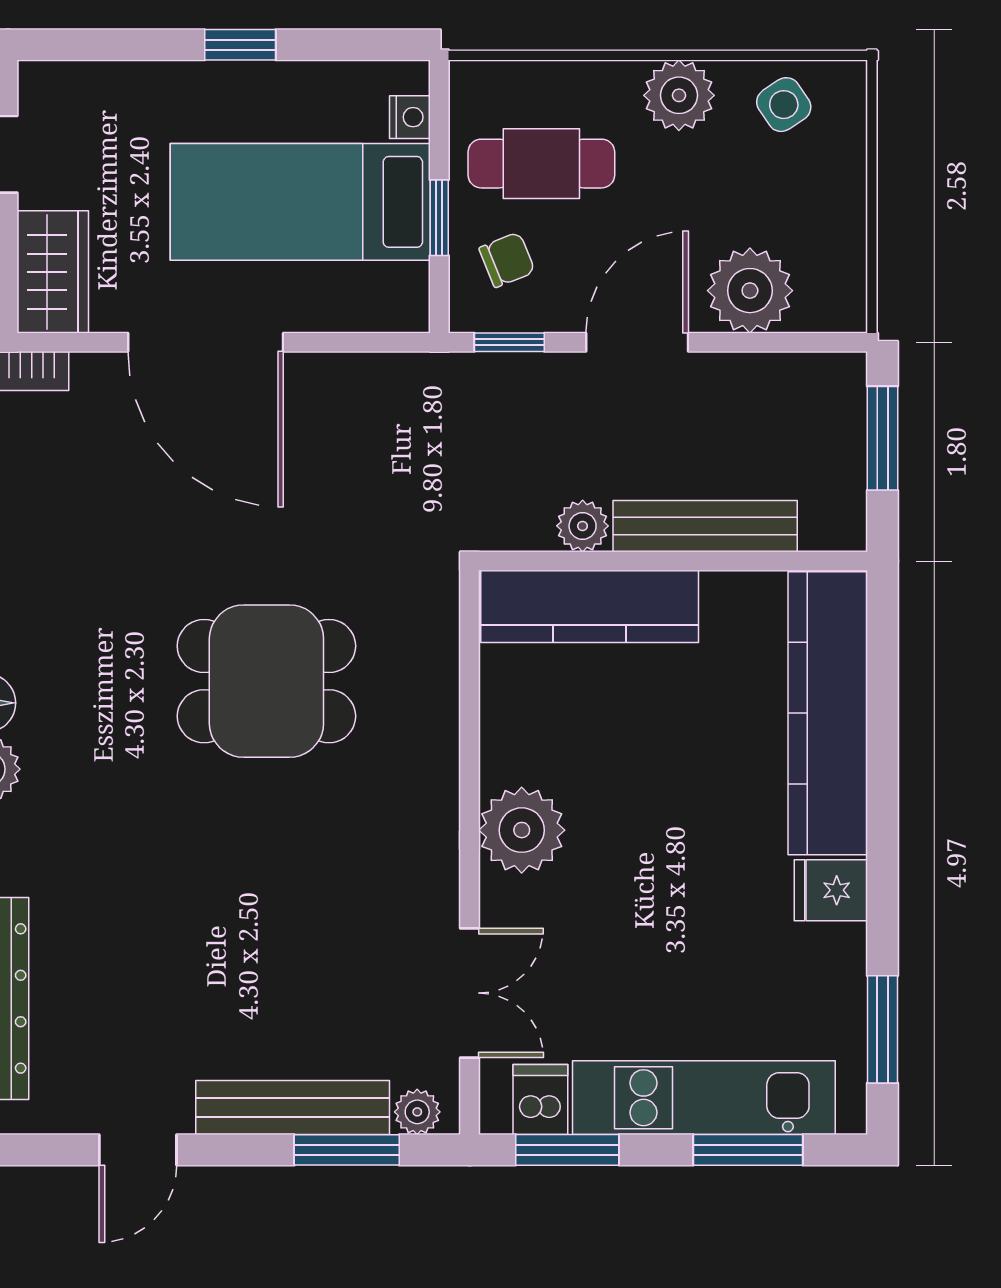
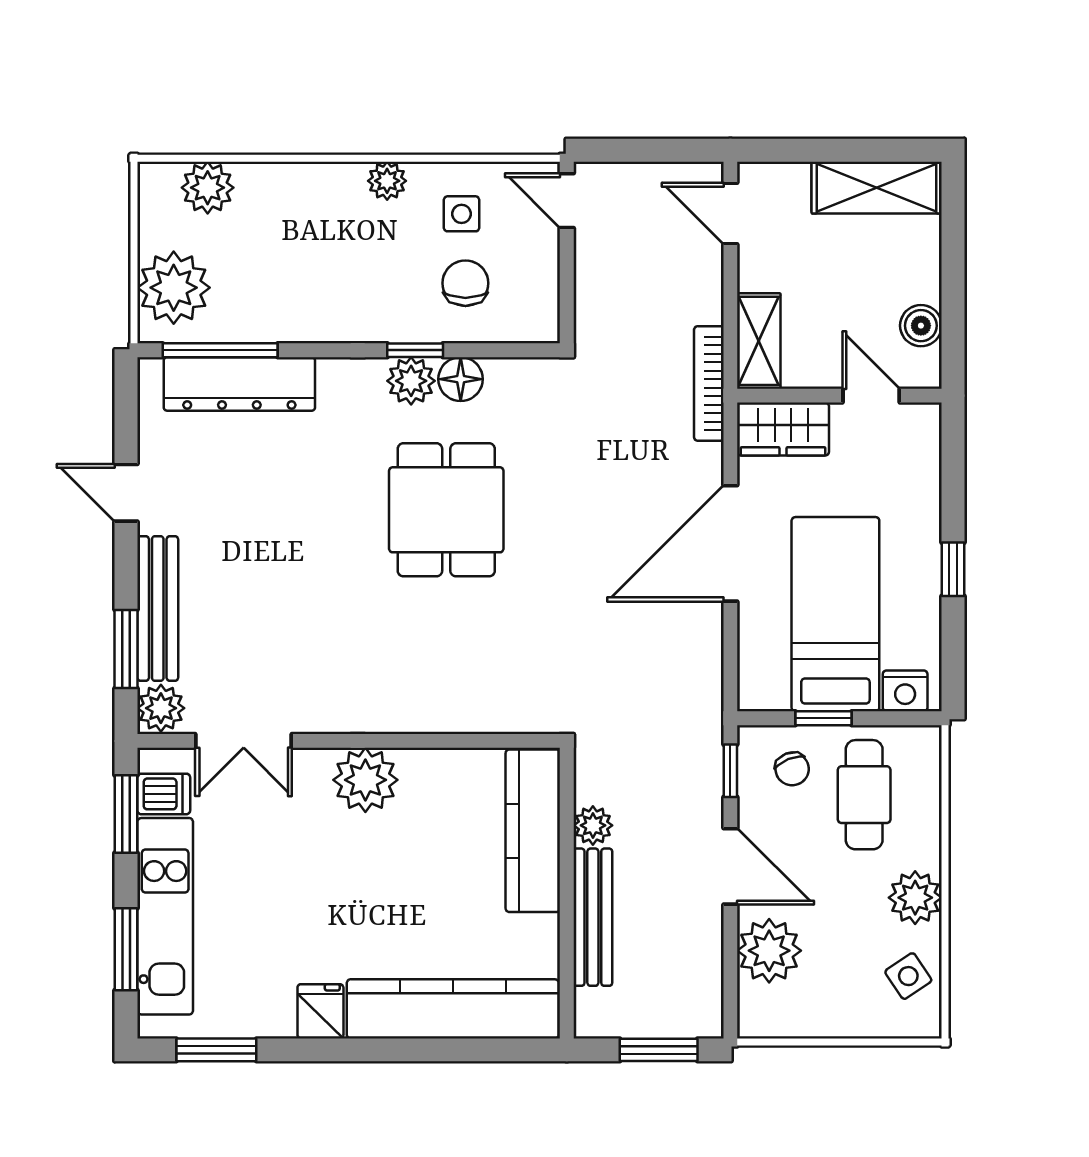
nightstand: (410, 117) -> (905, 691), width x1.39, depth x1.35
dining table: (266, 681) -> (446, 510), moved
plant: (417, 1112) -> (161, 708), width x1.38, depth x1.38

